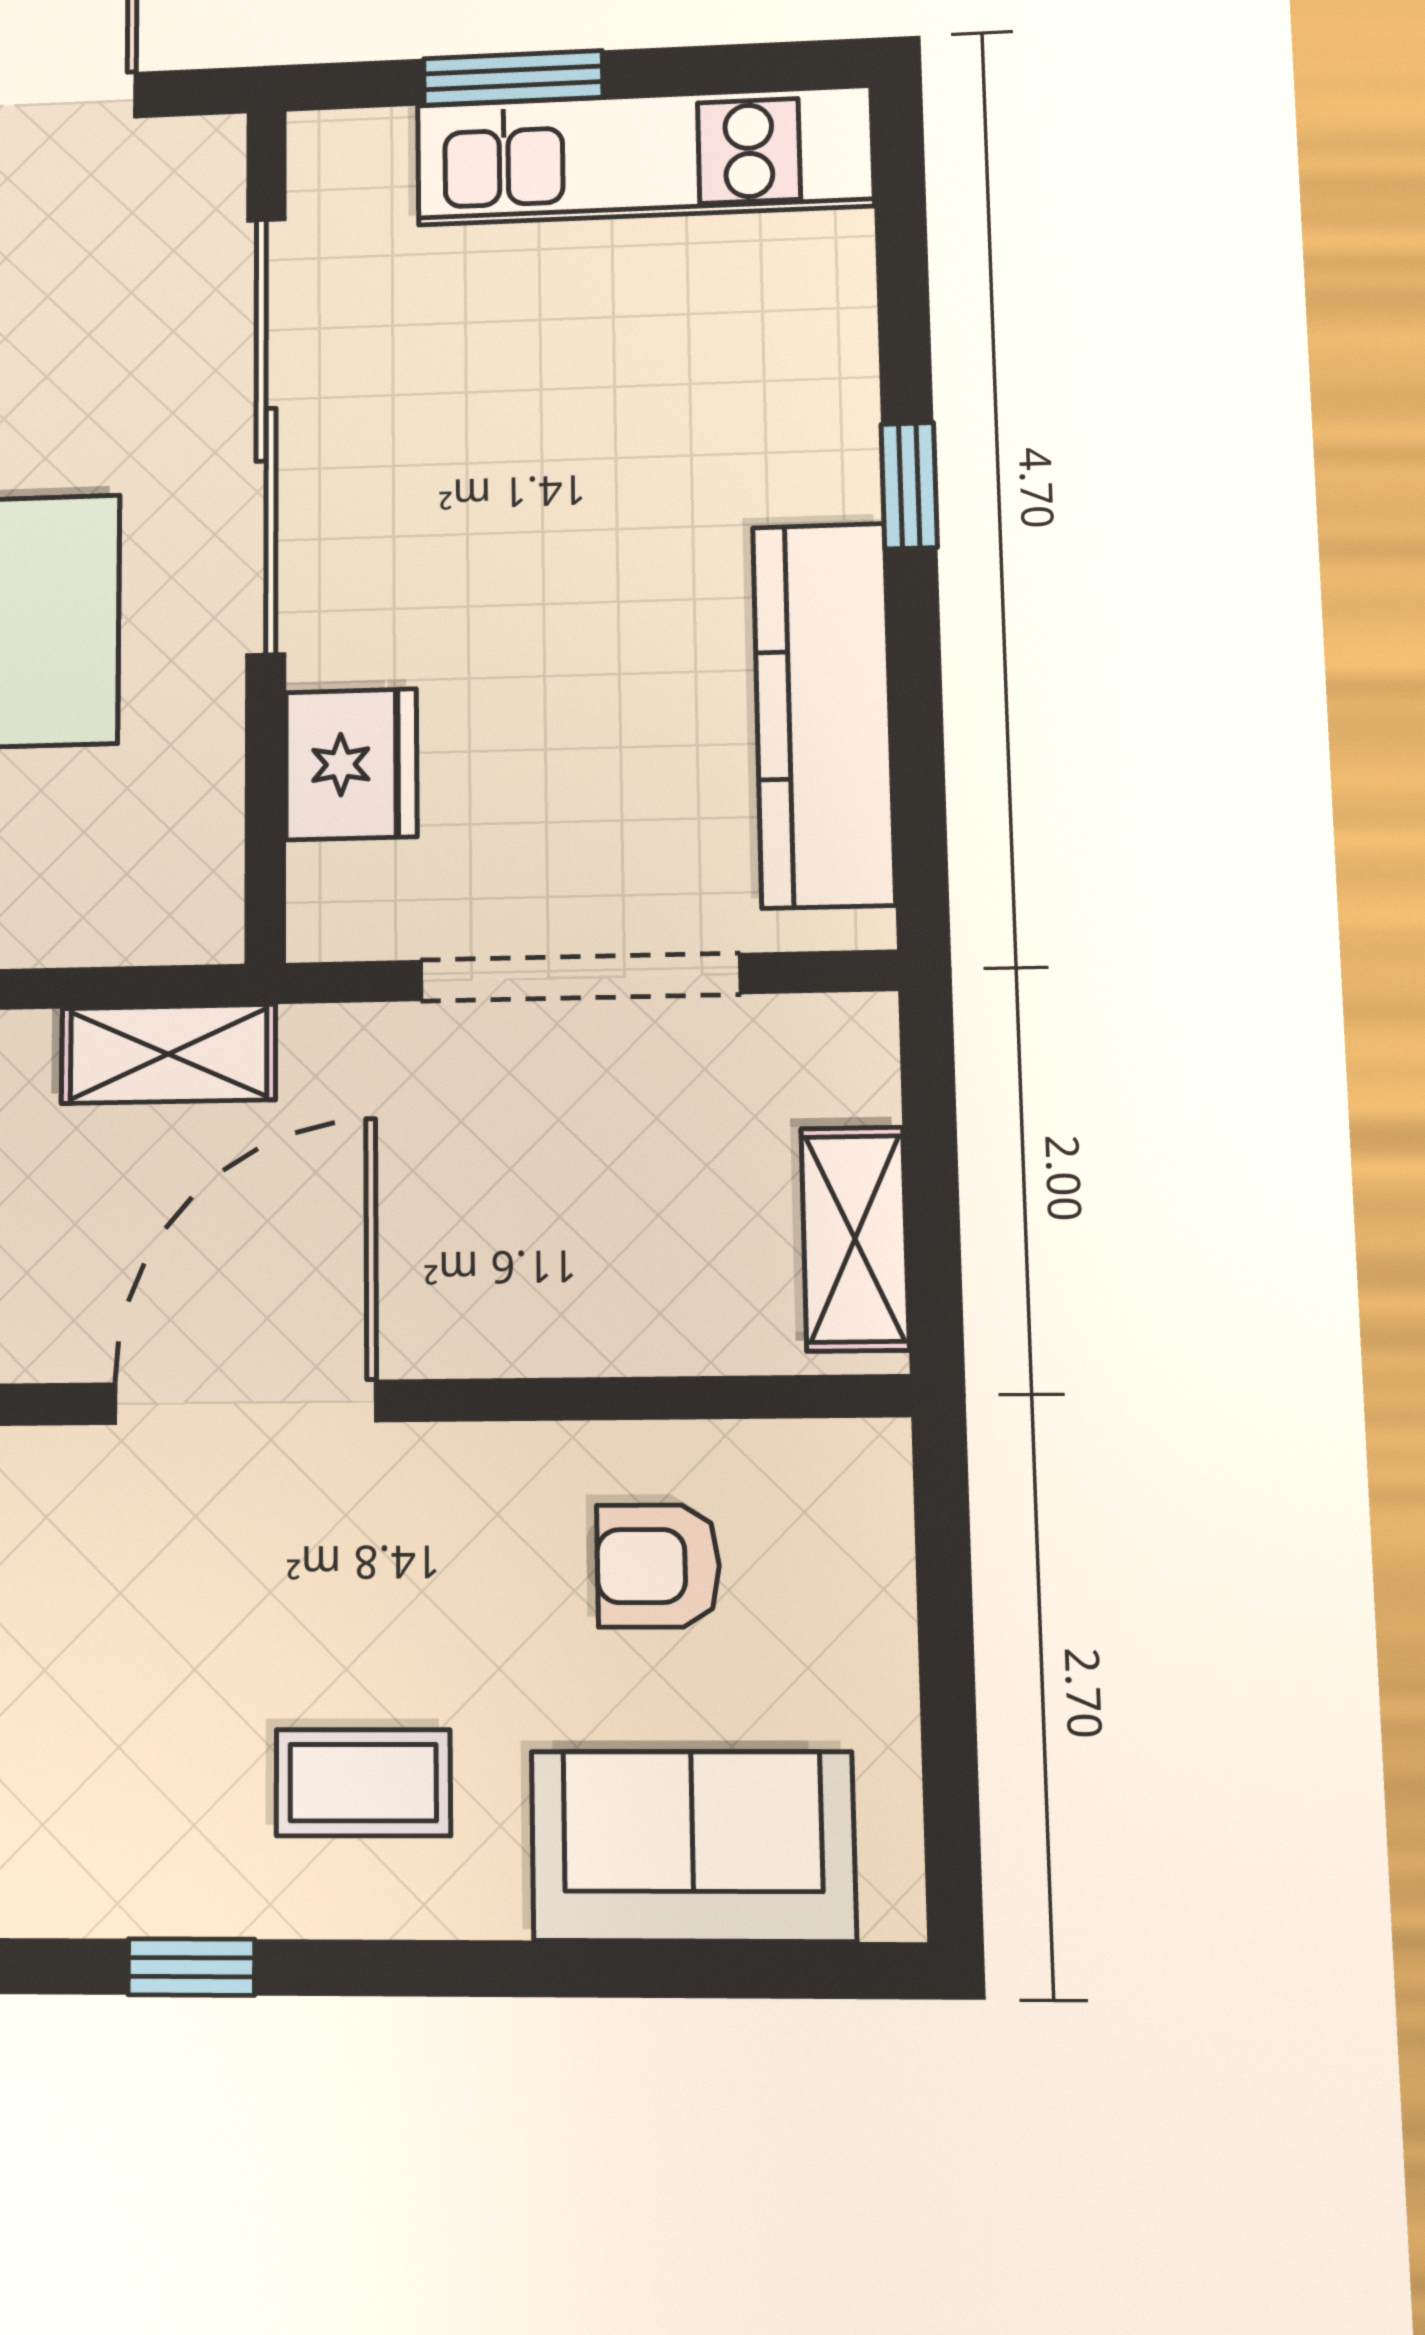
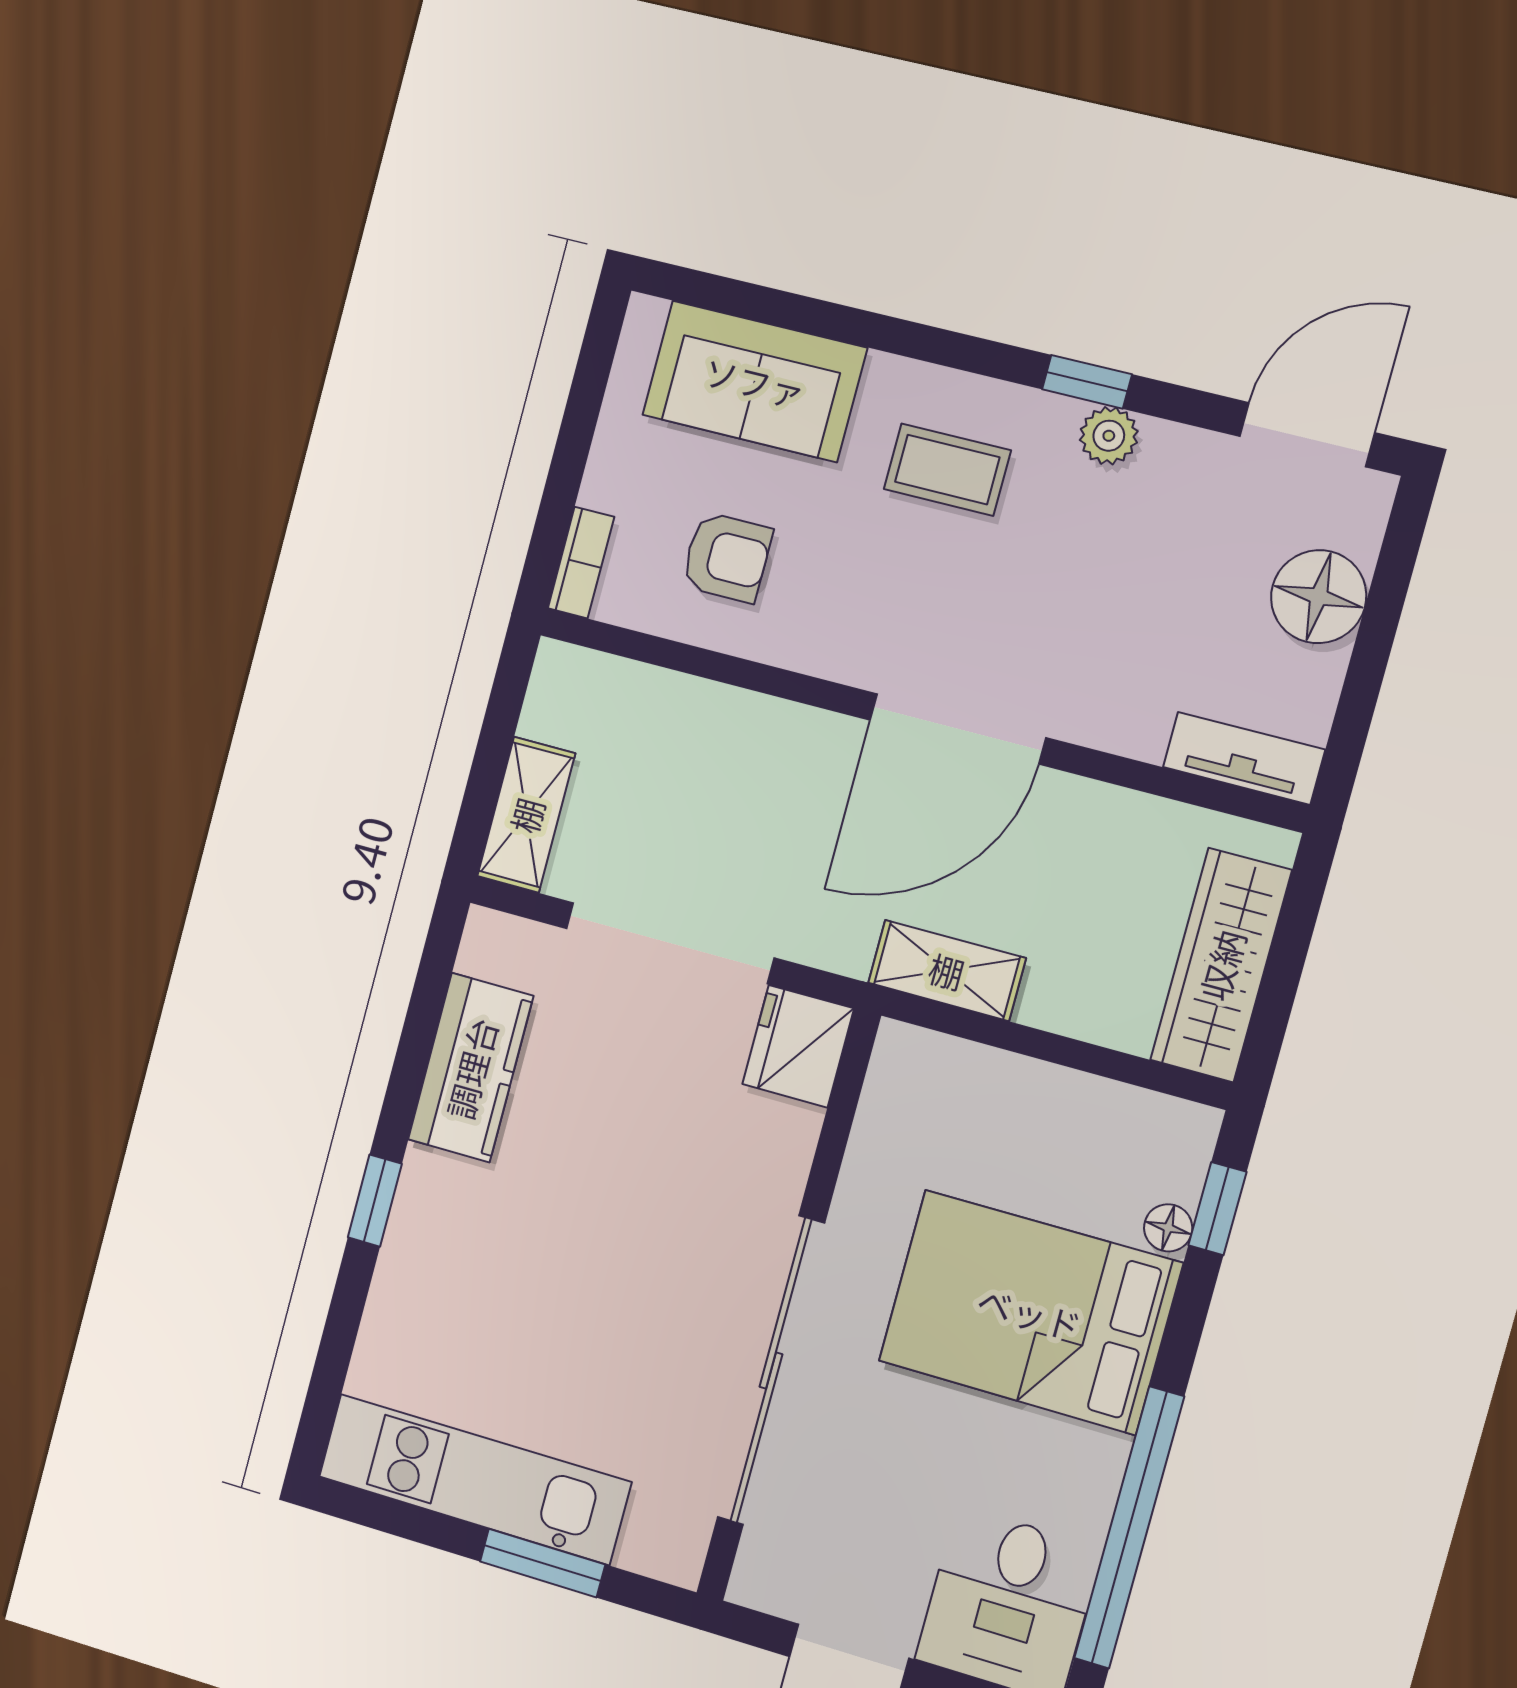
kitchen counter: (824, 715) -> (471, 1068), width x0.67
fridge: (351, 764) -> (798, 1046), moved
shelving: (855, 1239) -> (526, 815), moved
bookcase: (881, 1500) -> (581, 563), added
plant: (138, 1893) -> (1109, 436), added

